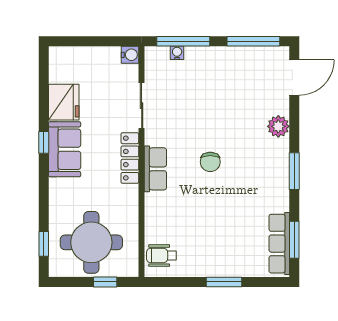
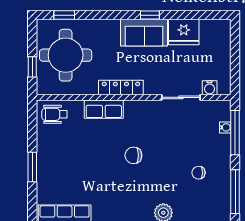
water cooler: (130, 55) -> (210, 88), moved
chair: (231, 85) -> (199, 173), added
locker: (130, 158) -> (121, 88), moved
row of seats: (155, 169) -> (104, 109), moved
wheelchair: (162, 256) -> (55, 114), turned -90

